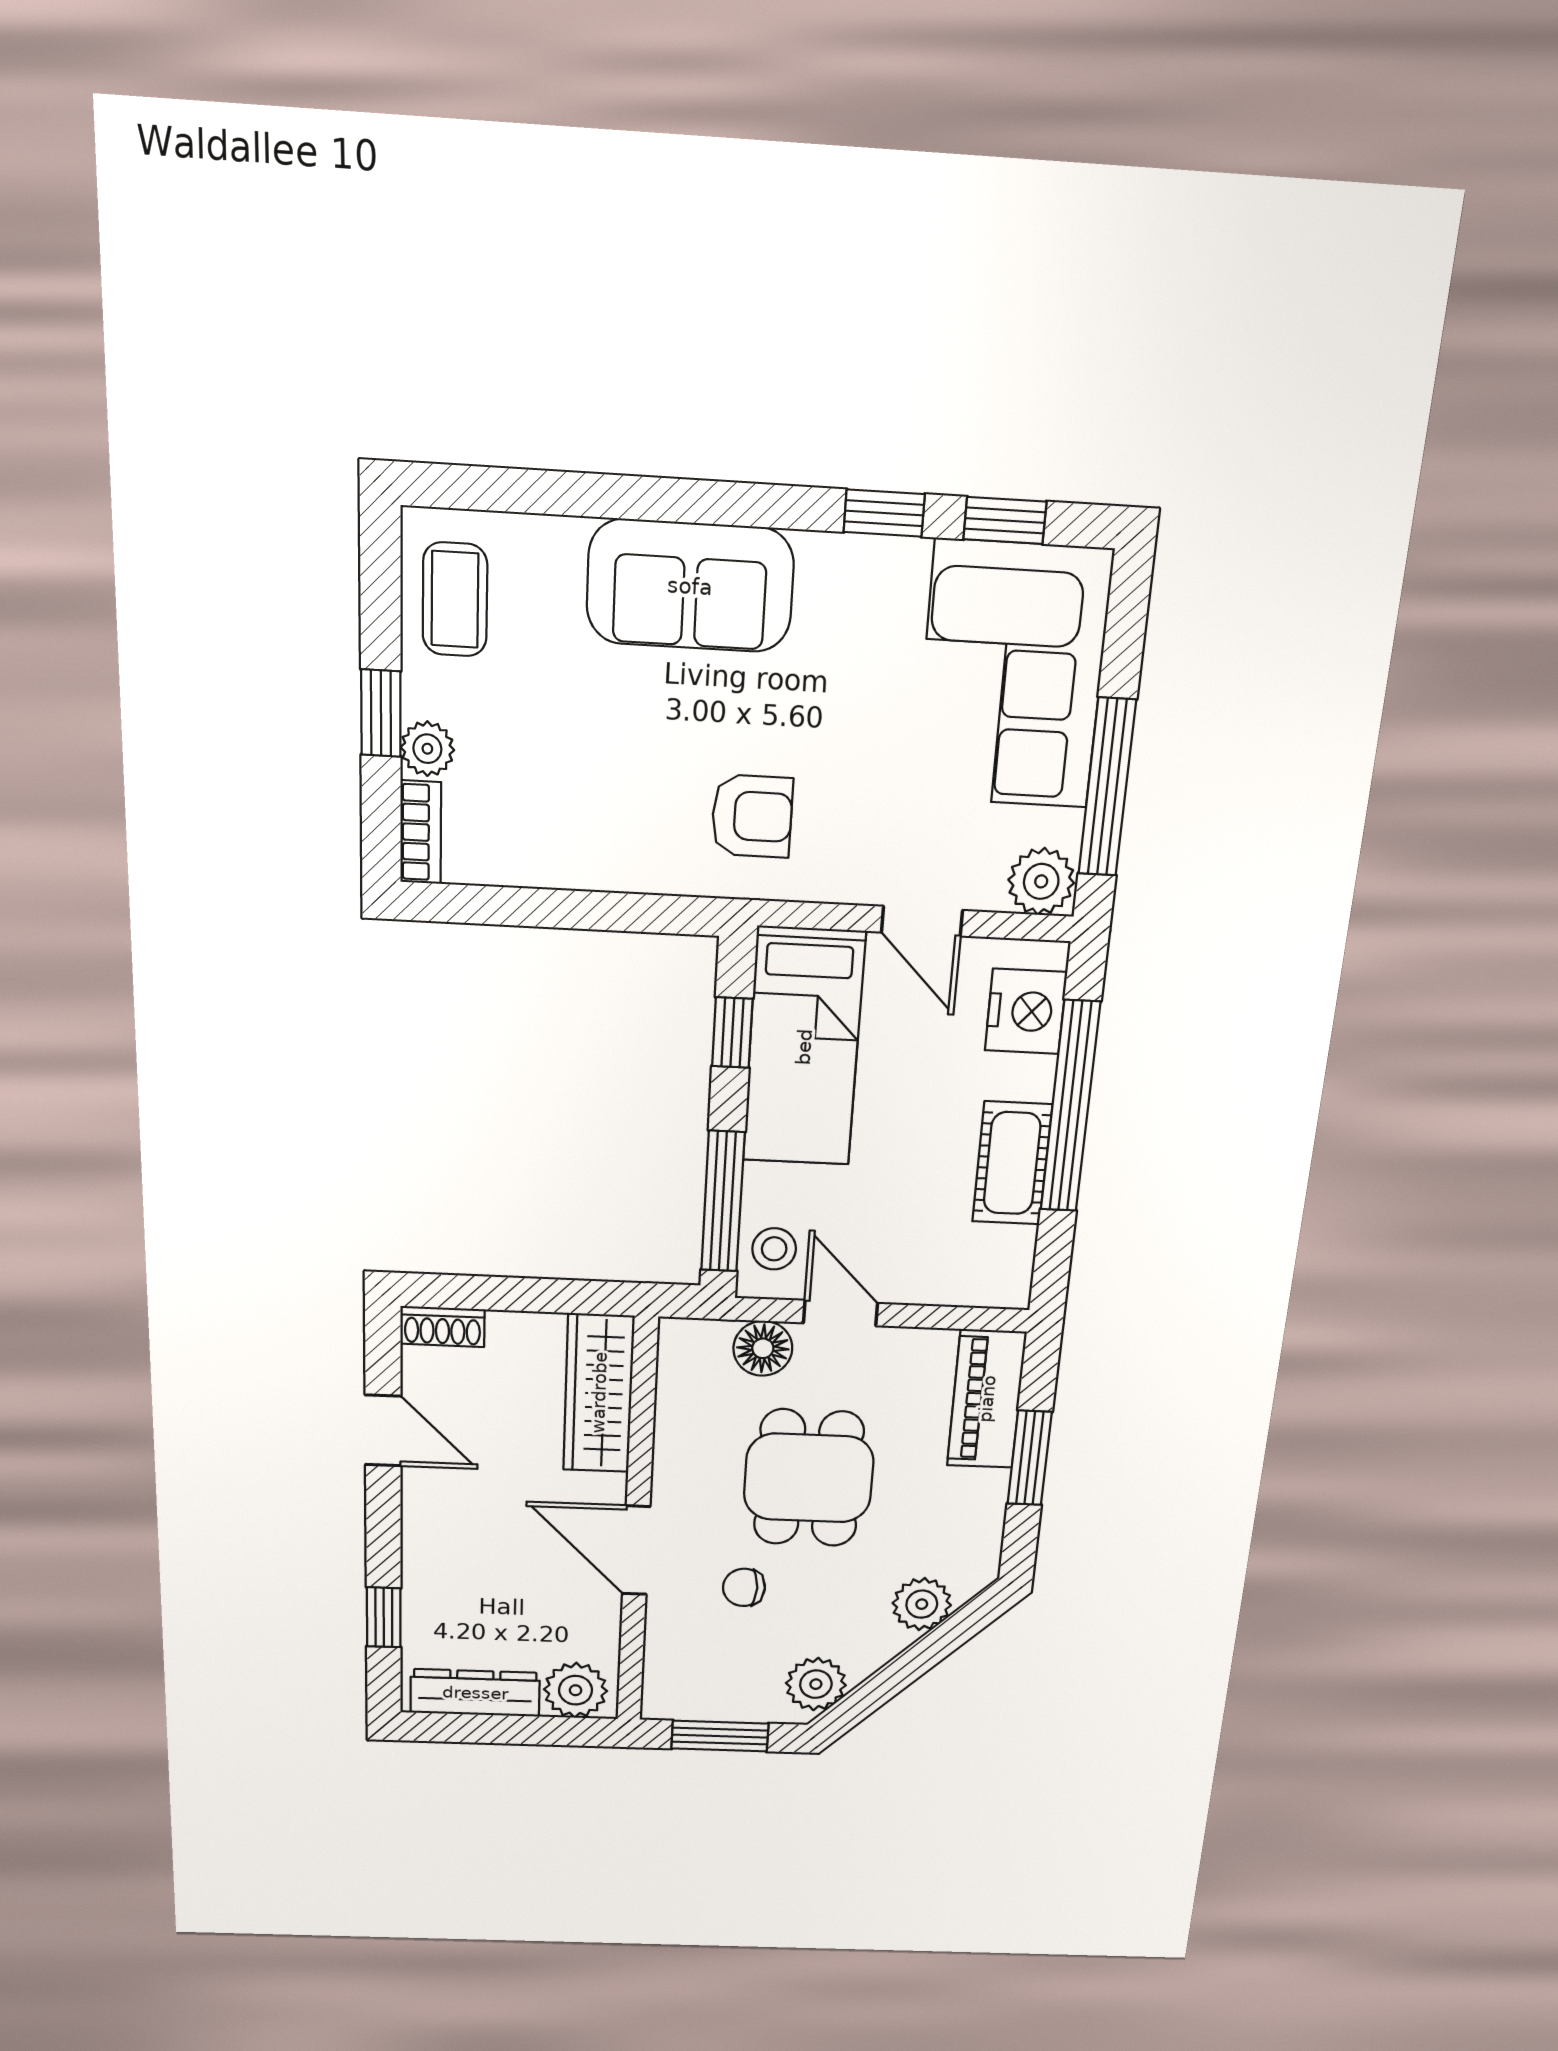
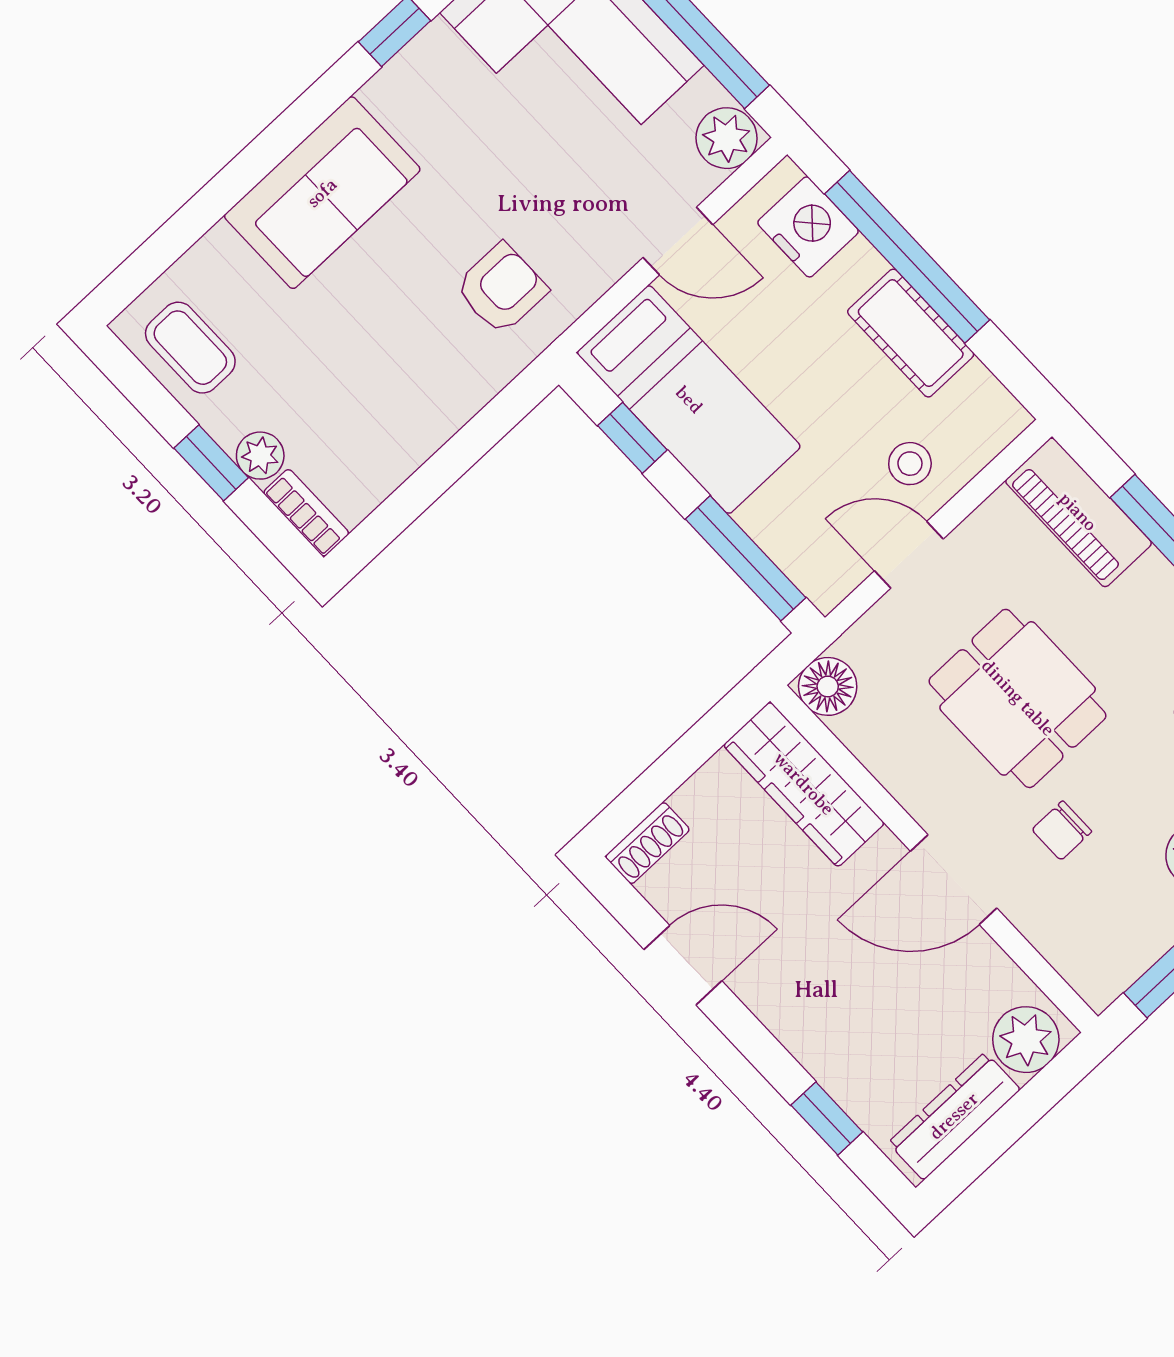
stool: (774, 1249) -> (910, 464), moved
floor lamp: (763, 1348) -> (828, 686), moved

